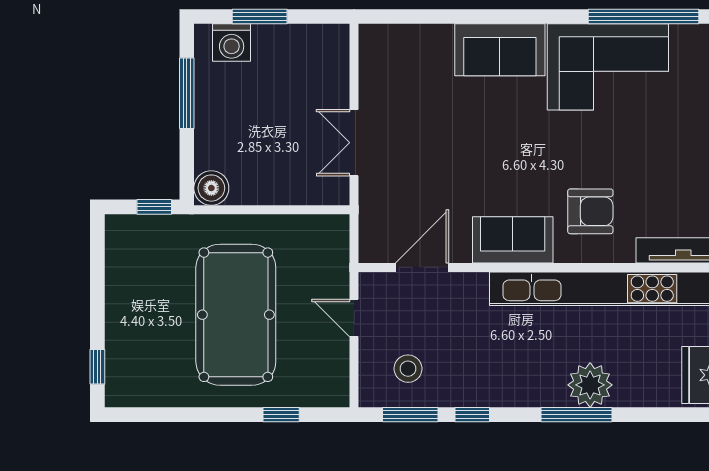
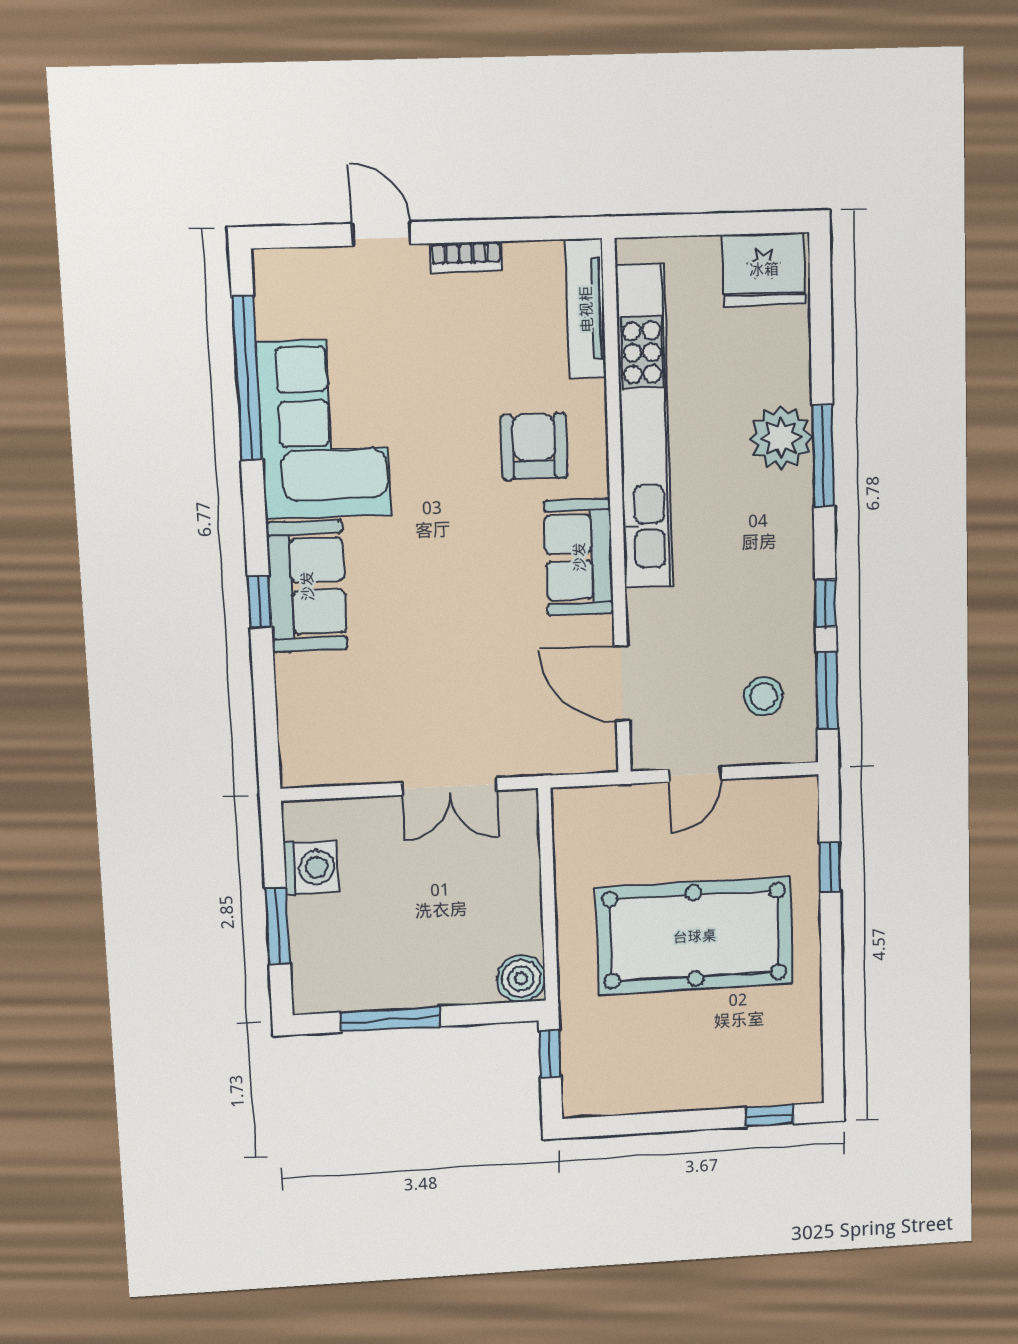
window: (491, 17) -> (259, 601), added
washing machine: (232, 43) -> (311, 867), moved

